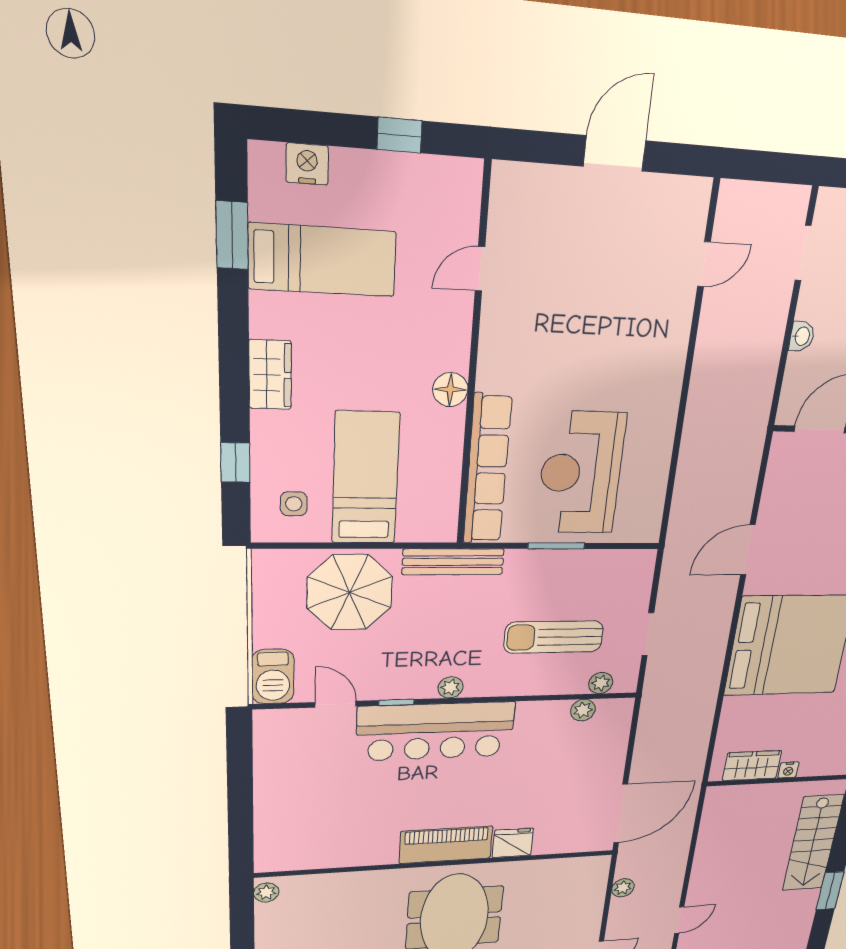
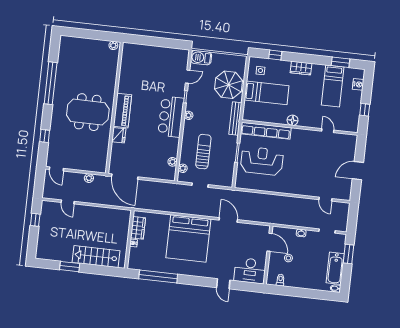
door: (615, 154) -> (358, 171), swing flipped
bar counter: (436, 731) -> (171, 117), width x0.73

